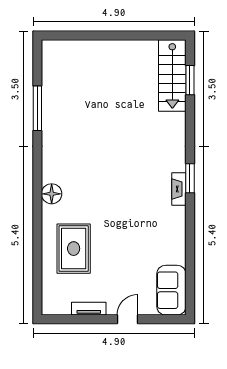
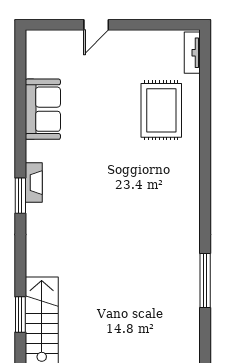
floor lamp: (52, 194) -> (188, 177), removed
sofa: (171, 290) -> (43, 109), moved
tv unit: (89, 309) -> (192, 53), moved, turned 90

